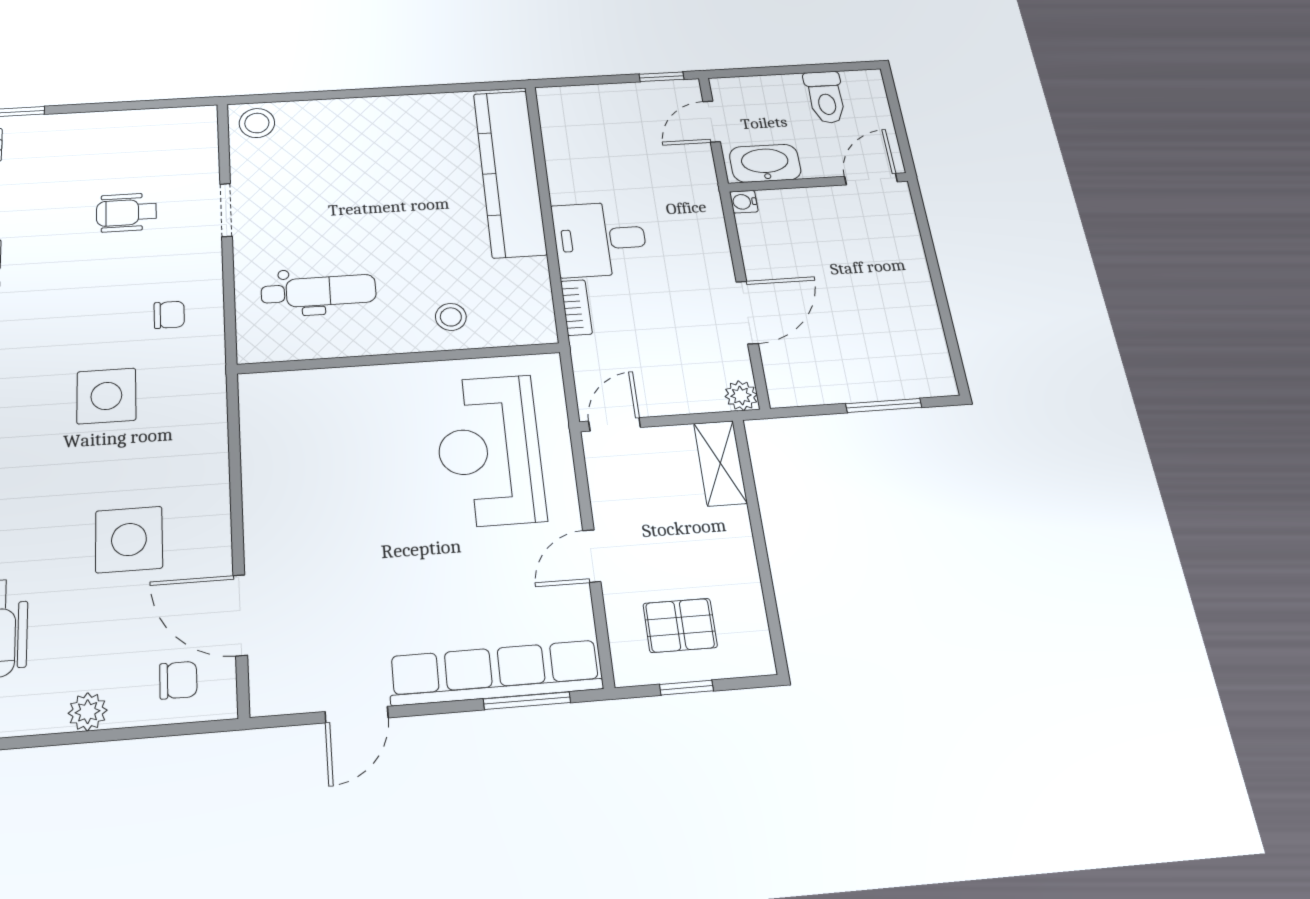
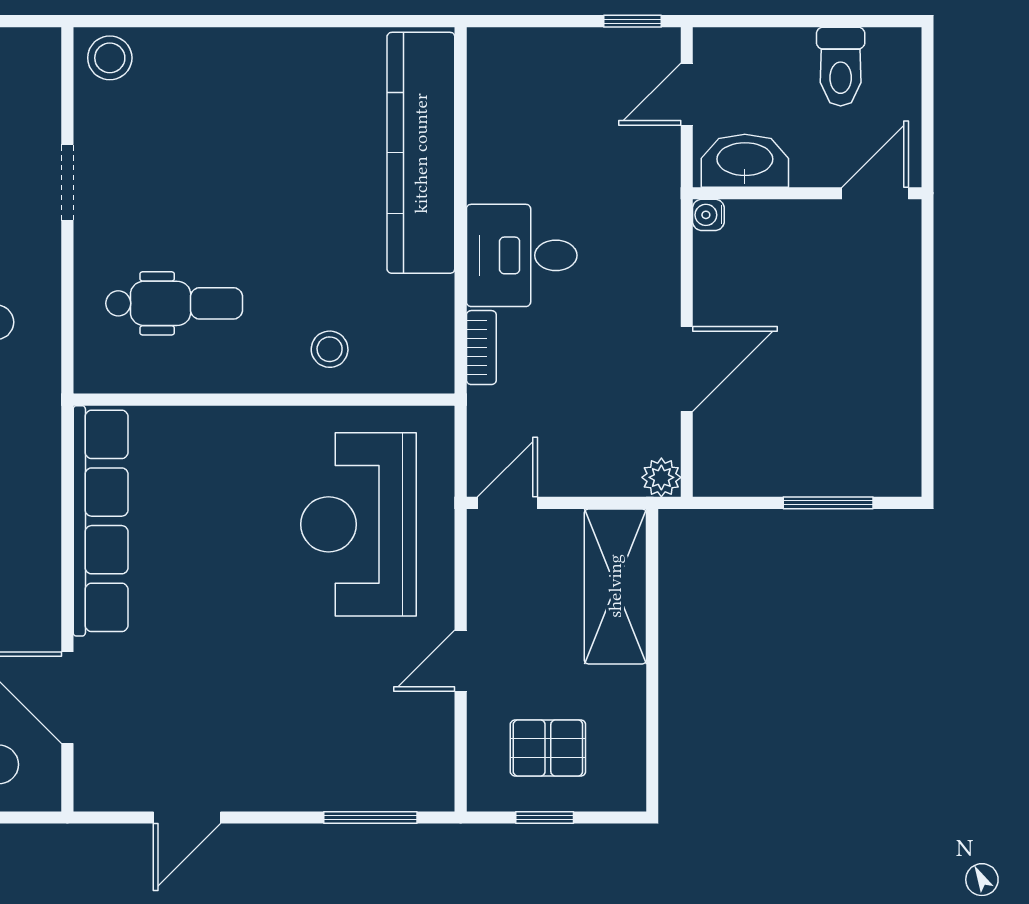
shelving: (720, 463) -> (615, 586), width x1.50, depth x1.33
row of seats: (495, 673) -> (101, 521), moved, turned 90

